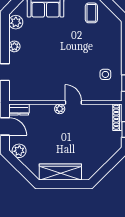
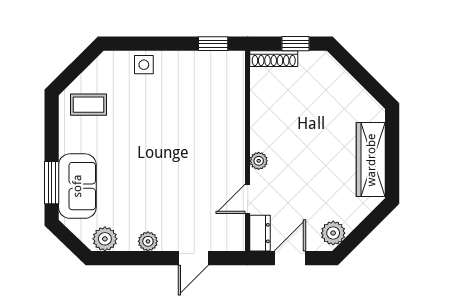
side table: (105, 74) -> (144, 65), moved
door: (73, 103) -> (248, 199), moved

